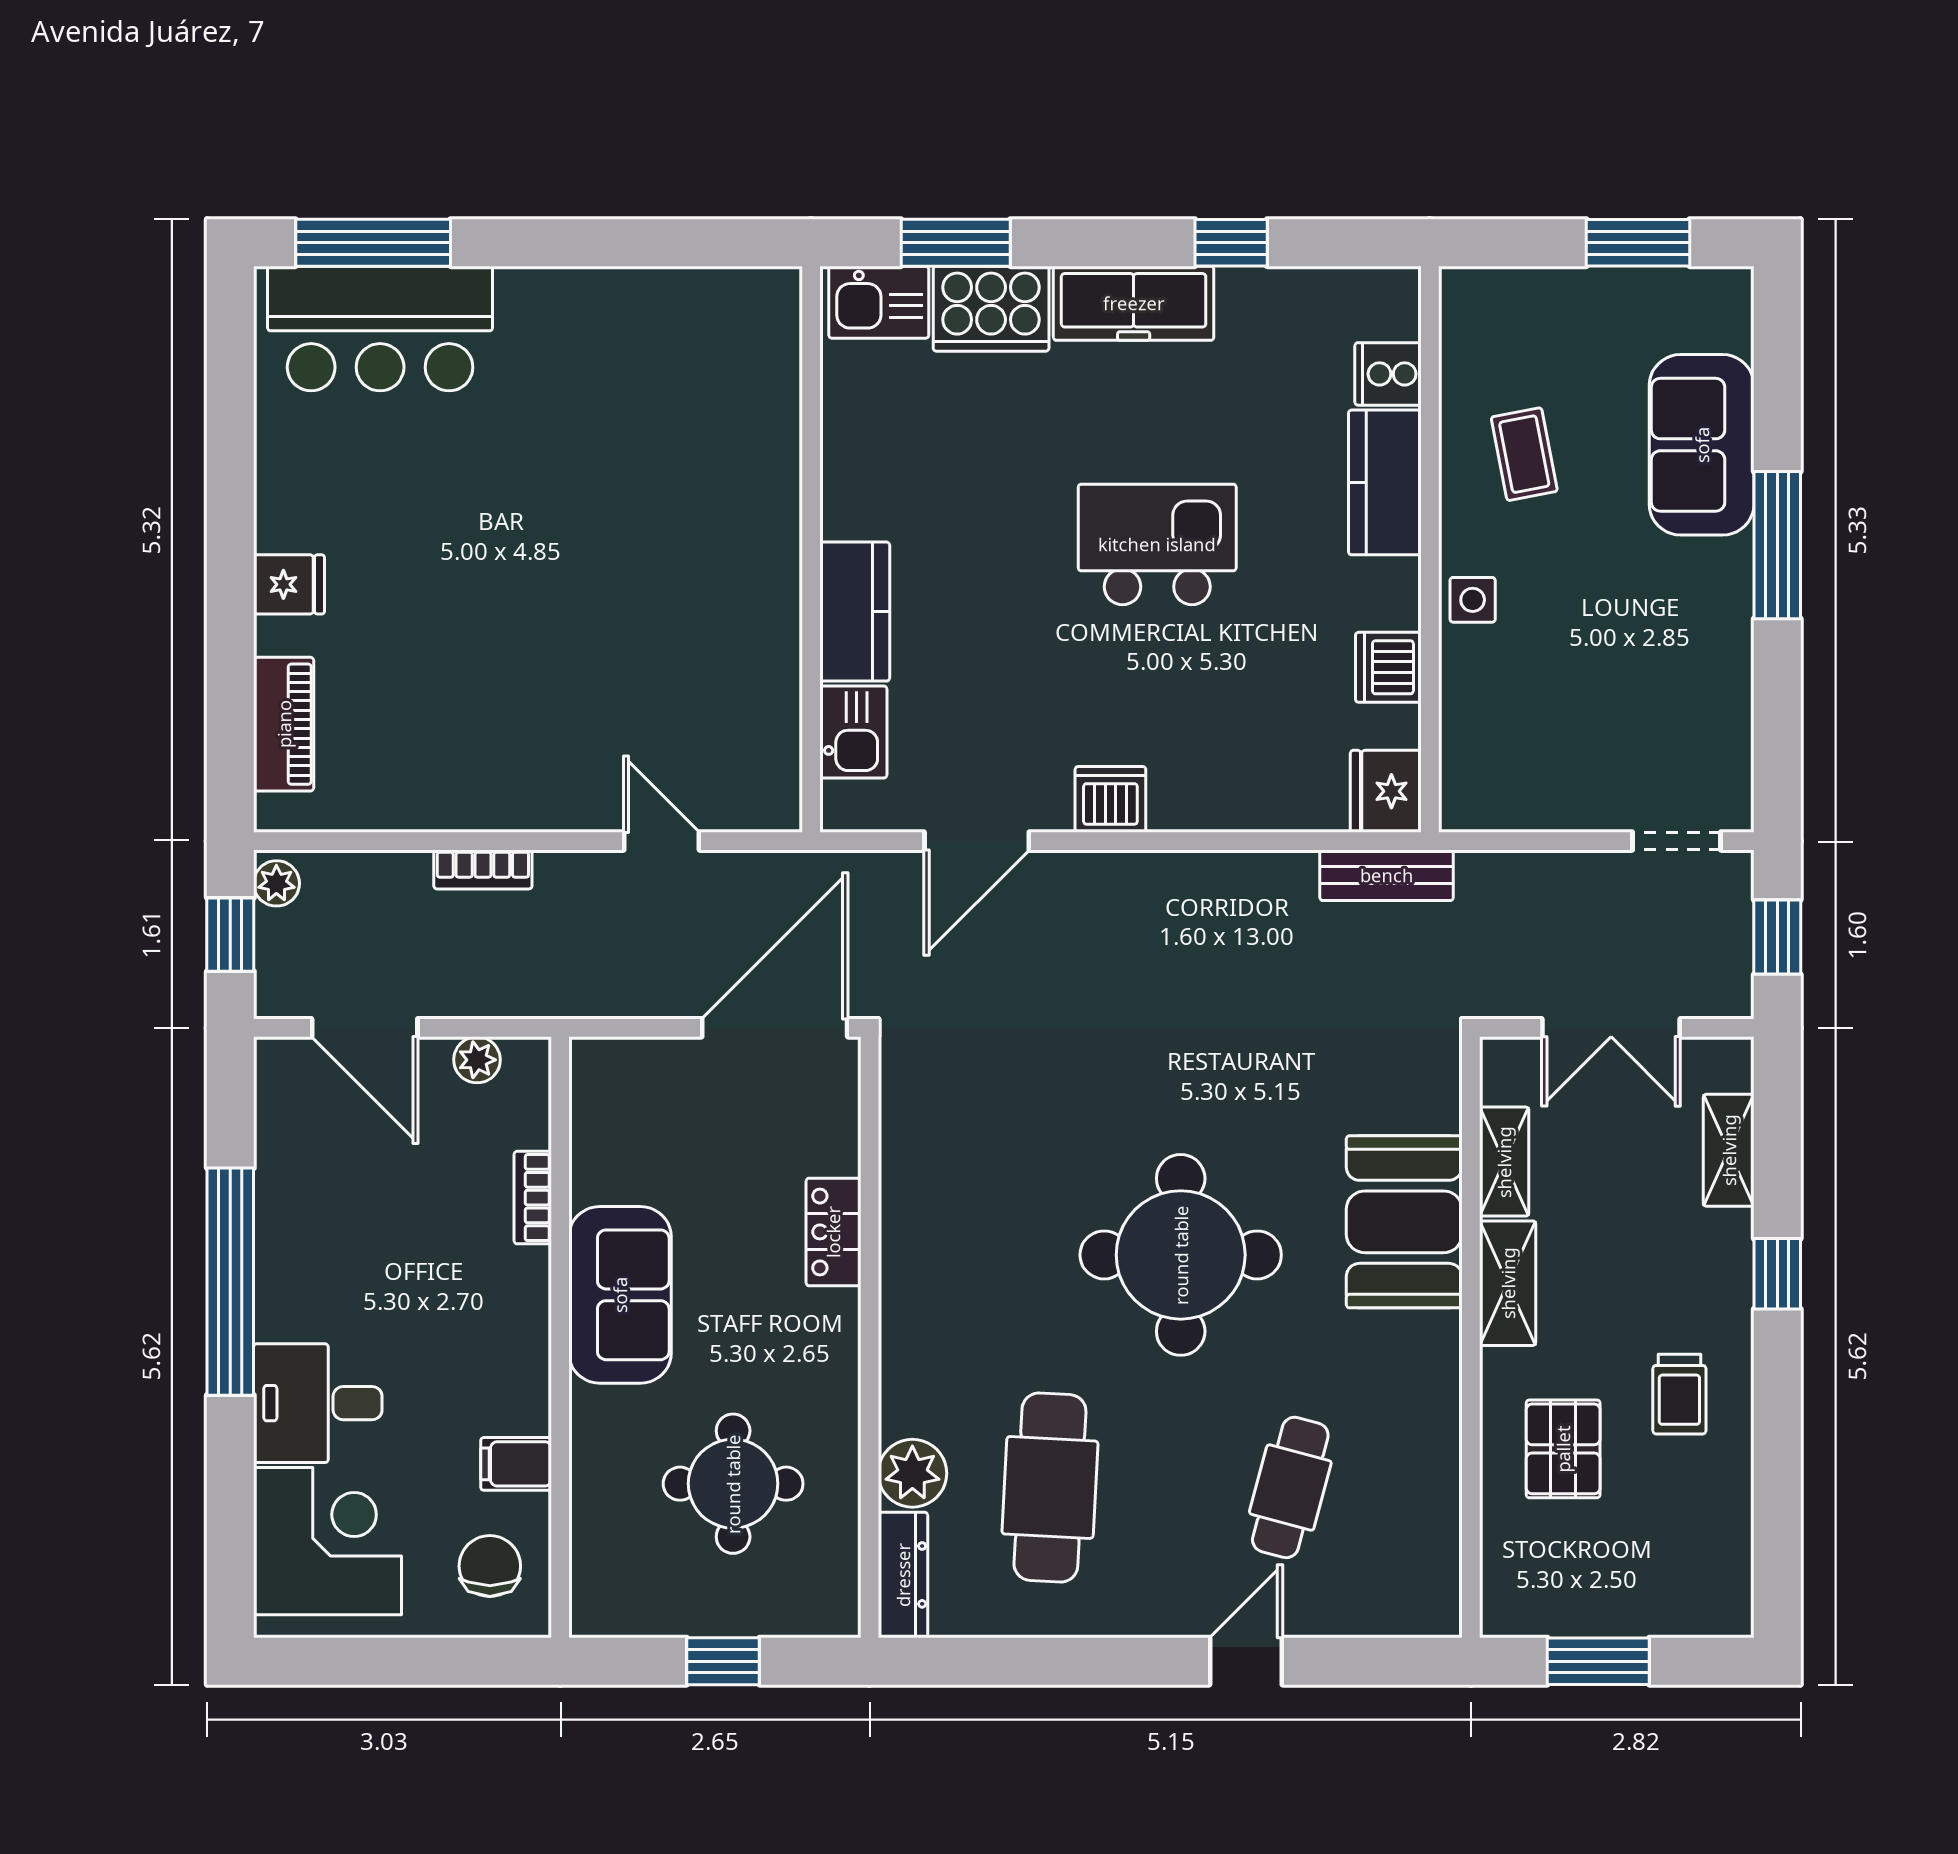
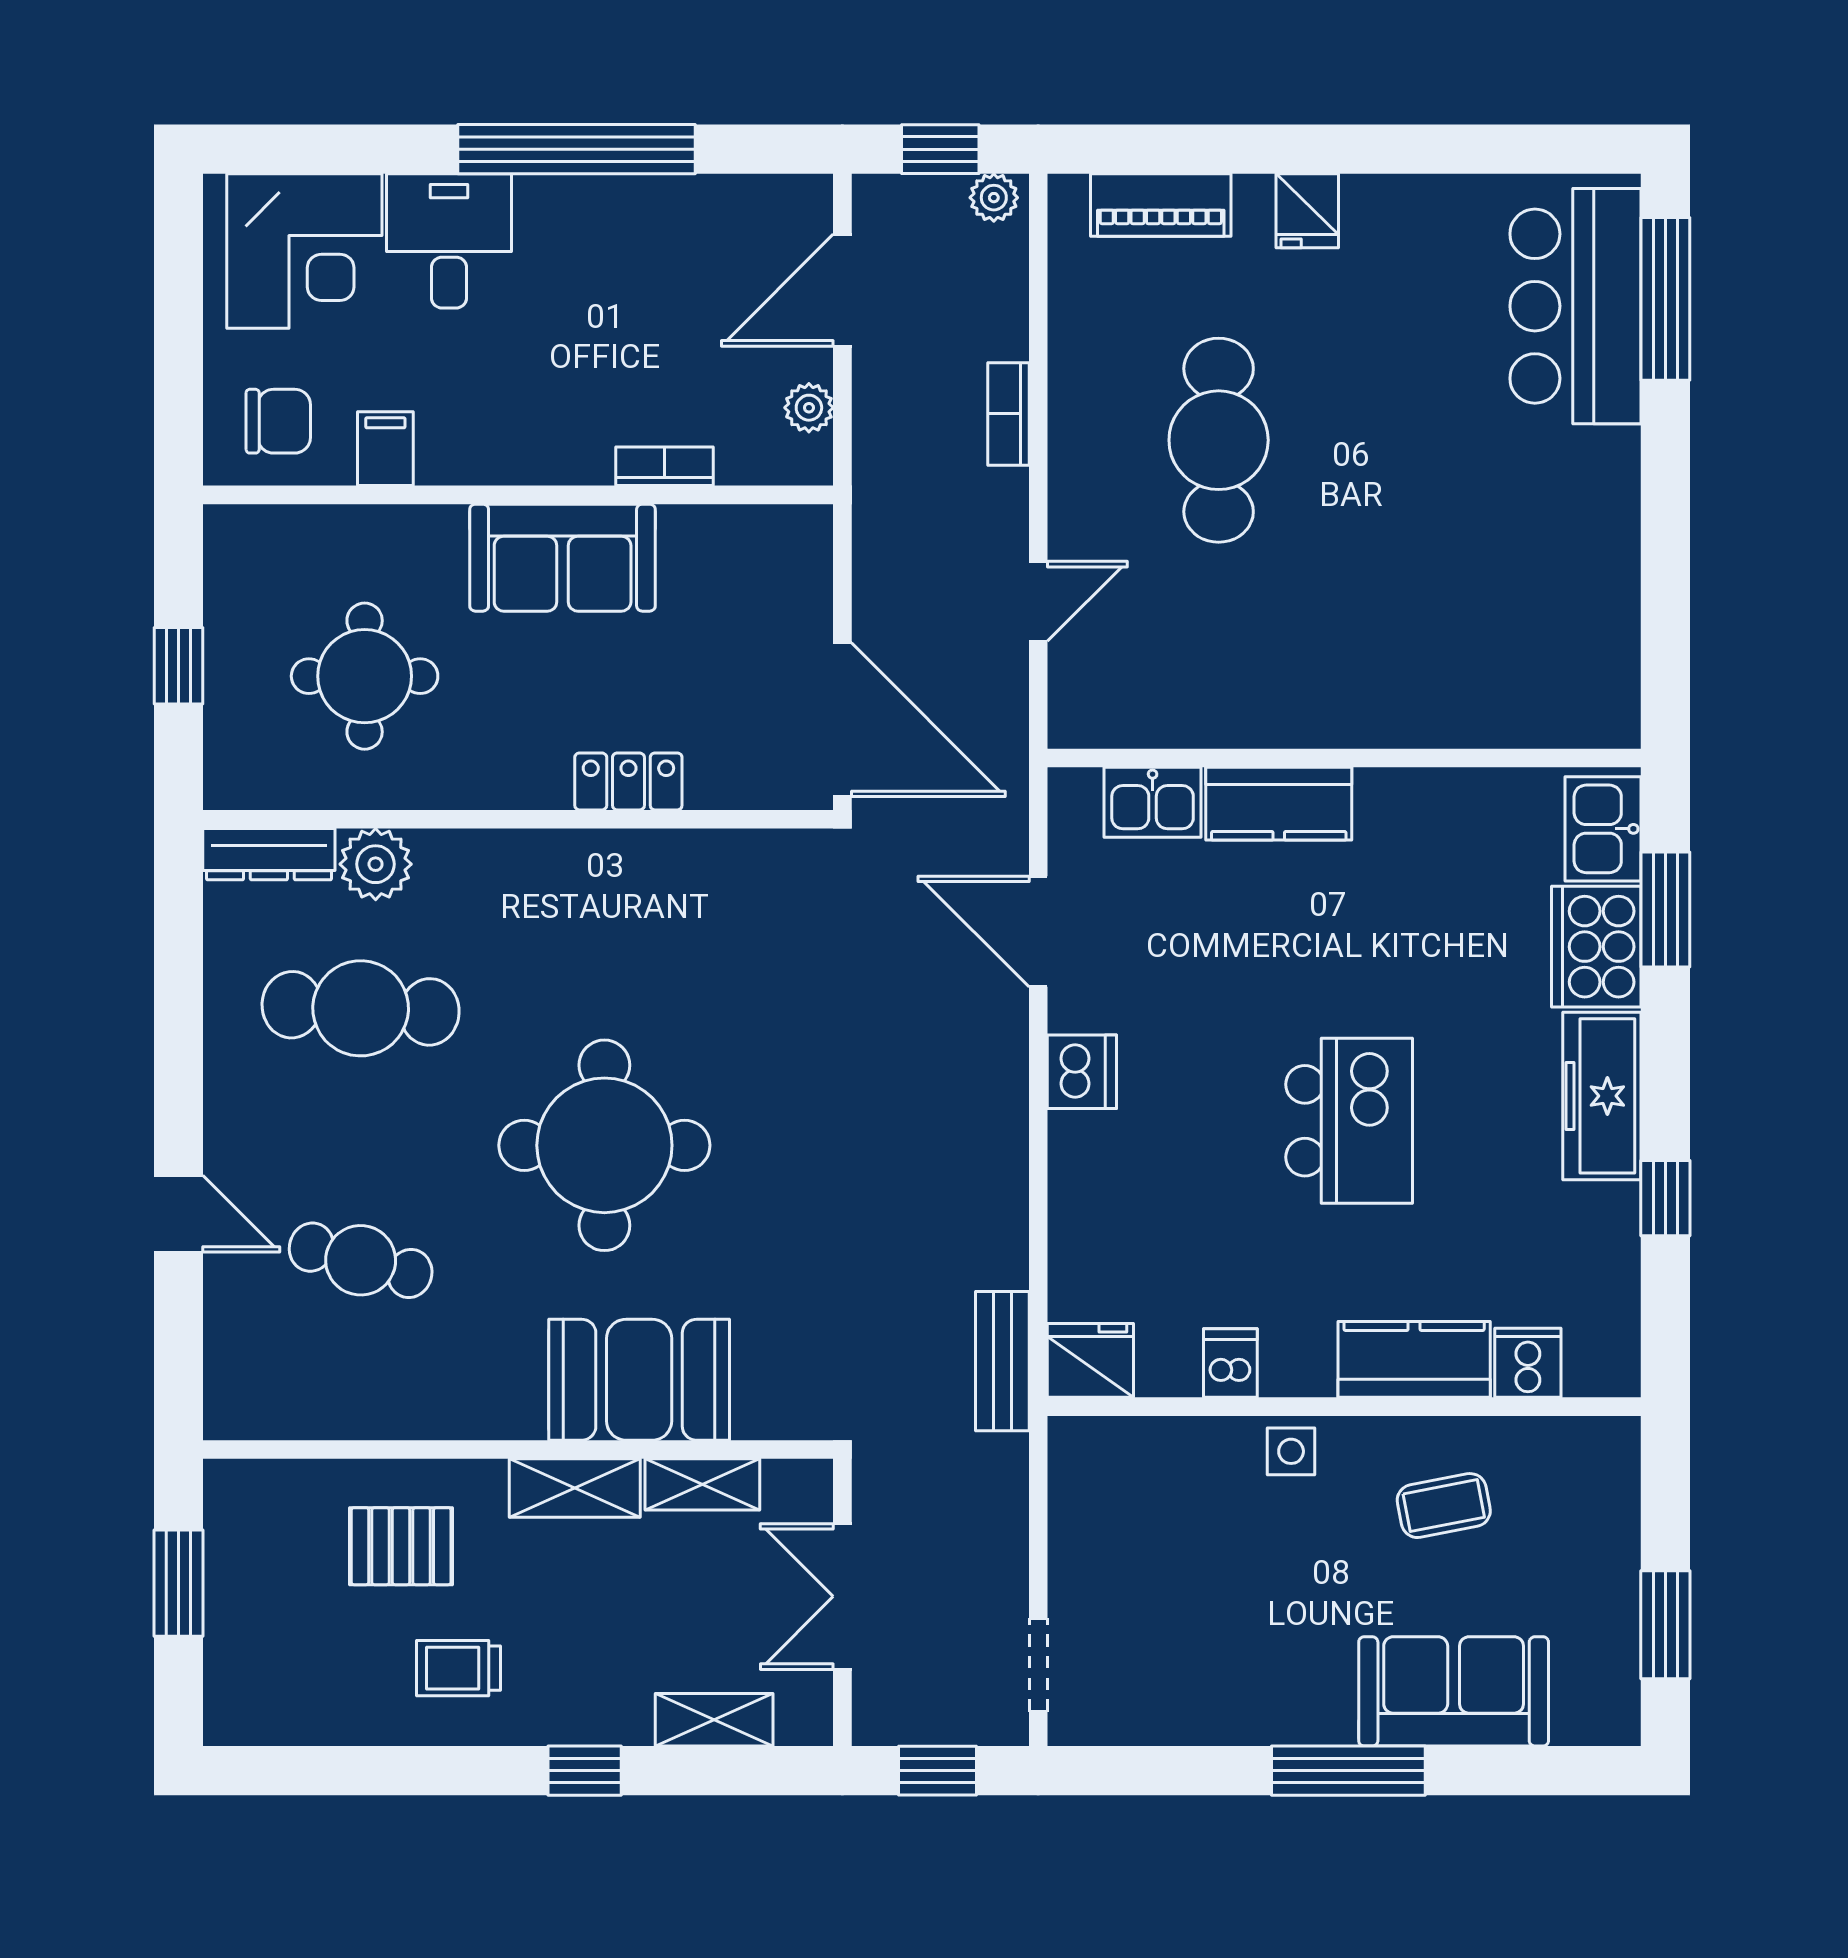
dishwasher: (1388, 667) -> (1230, 1363), width x0.73
cafe table: (508, 669) -> (1219, 440), added

